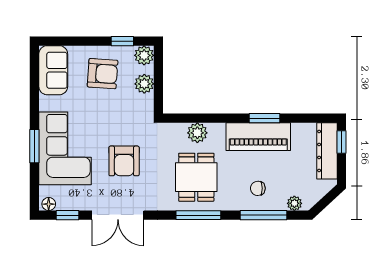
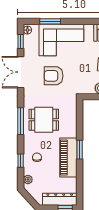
window: (265, 118) -> (80, 150), moved
plant: (197, 133) -> (71, 120), removed
window: (34, 146) -> (50, 21), moved
window: (263, 215) -> (21, 161), width x0.46

